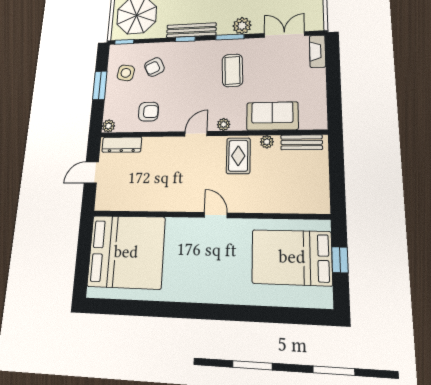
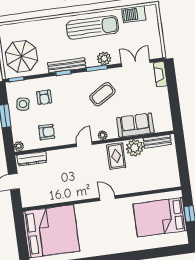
armchair: (154, 67) -> (44, 97), turned -64
coffee table: (232, 70) -> (103, 94), turned 61
plant: (267, 142) -> (135, 148), width x1.87, depth x1.87

